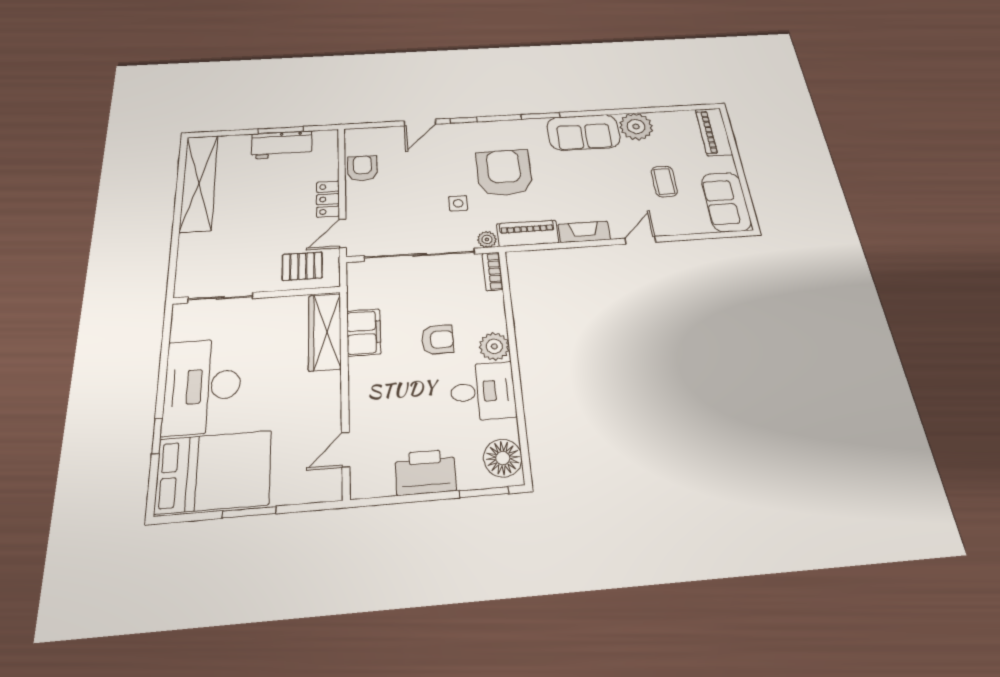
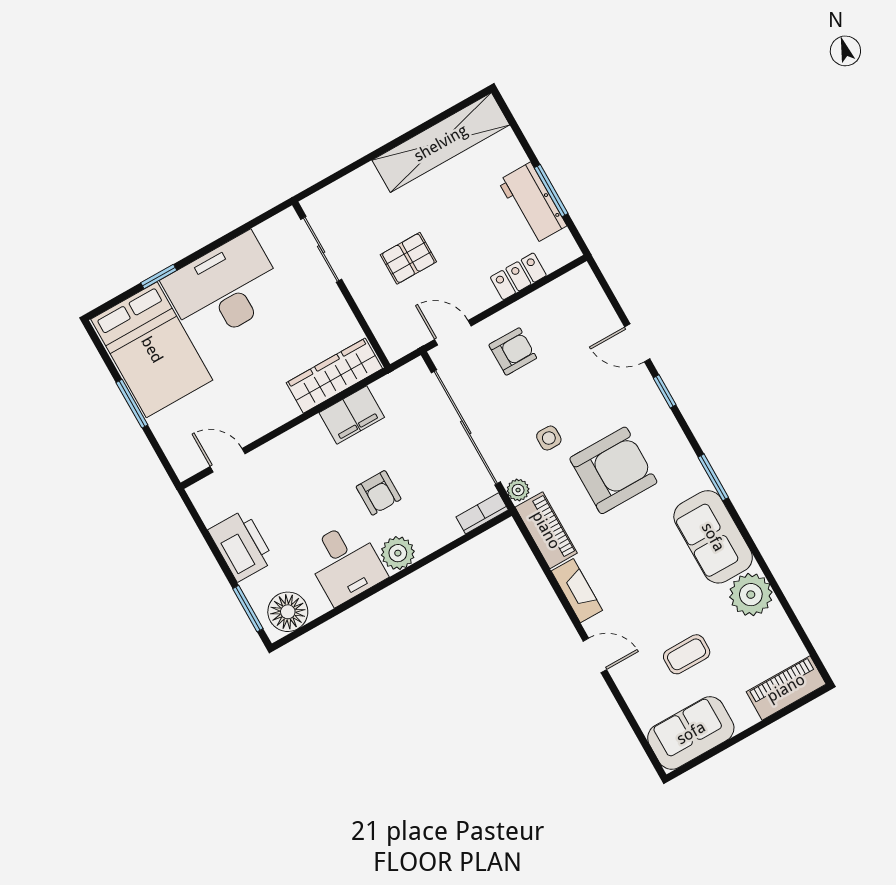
armchair: (362, 168) -> (513, 351), moved
locker: (328, 199) -> (518, 276), moved
pallet: (302, 266) -> (408, 258), moved, turned 90

